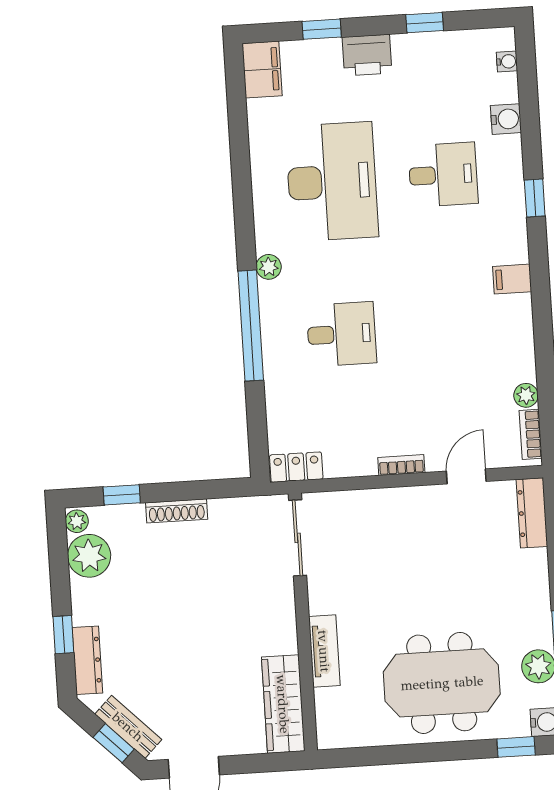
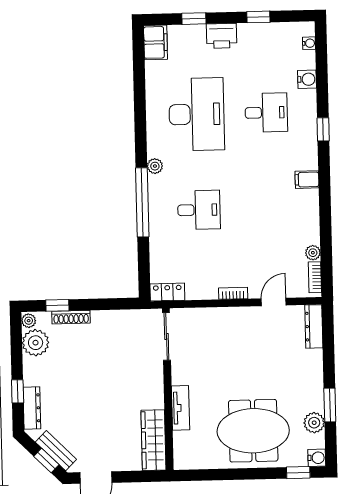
shoe rack: (177, 511) -> (71, 317), moved

